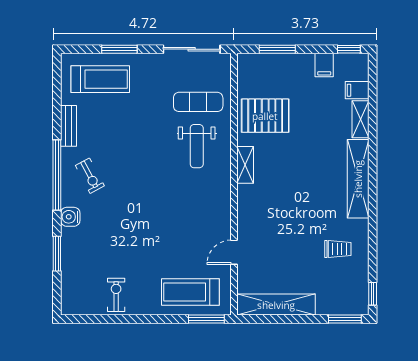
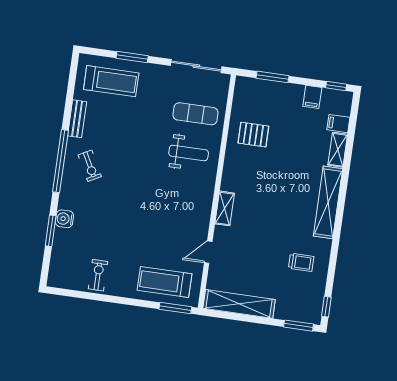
pallet: (265, 116) -> (253, 135), width x0.67, depth x0.71
weight bench: (197, 146) -> (189, 153), turned -90
shelving: (245, 165) -> (225, 208), moved
water cooler: (70, 217) -> (64, 219), moved

